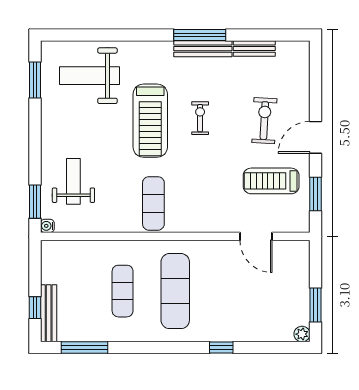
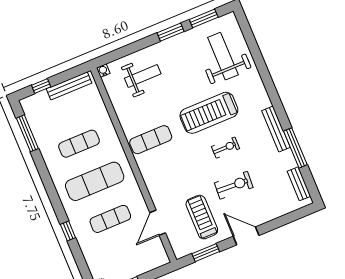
window: (200, 35) -> (295, 148), moved
bench: (254, 49) -> (299, 184), moved
exercise bike: (264, 121) -> (234, 185), moved
window: (35, 202) -> (171, 32), moved
exercise mat: (228, 291) -> (110, 219), added
bench: (49, 313) -> (69, 86), moved

